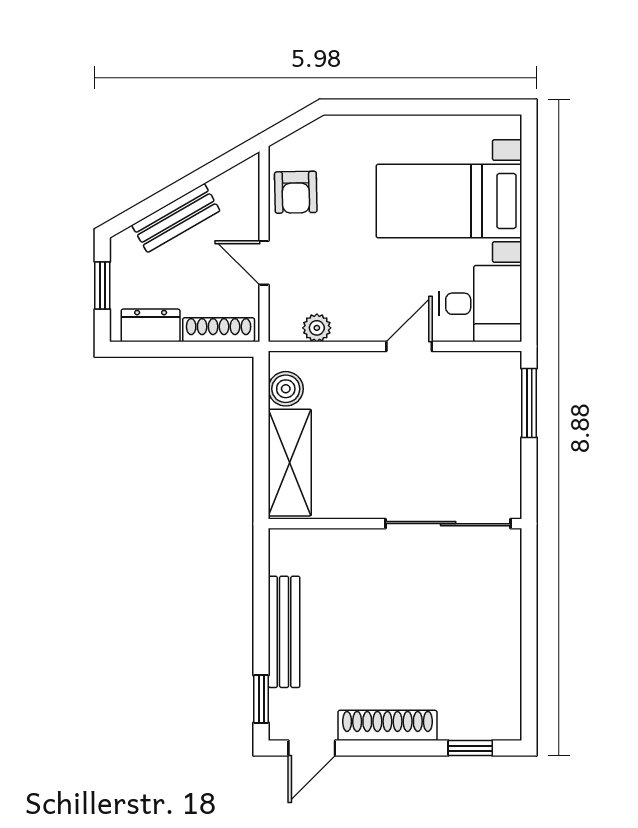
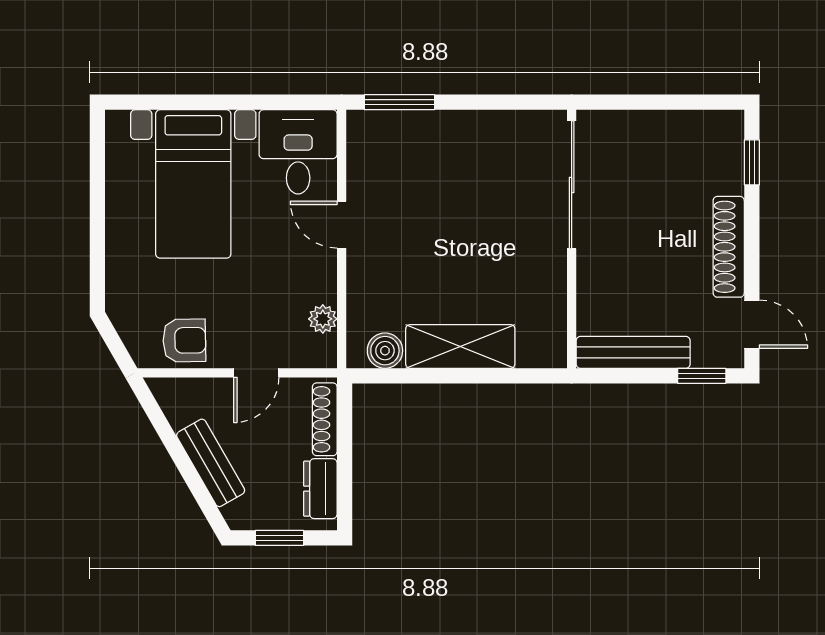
wall: (395, 524) -> (572, 239), moved
sliding door: (448, 524) -> (572, 185), moved

